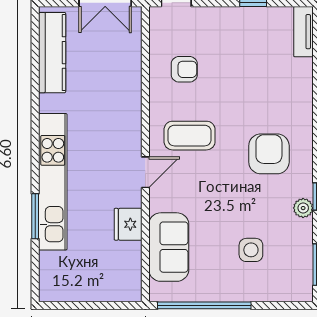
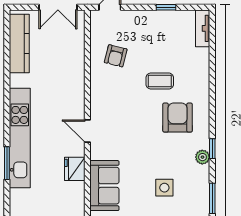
armchair: (184, 69) -> (116, 56), turned 104
coffee table: (190, 136) -> (160, 81), moved, width x0.73, depth x0.77
door: (145, 172) -> (87, 131), swing flipped

